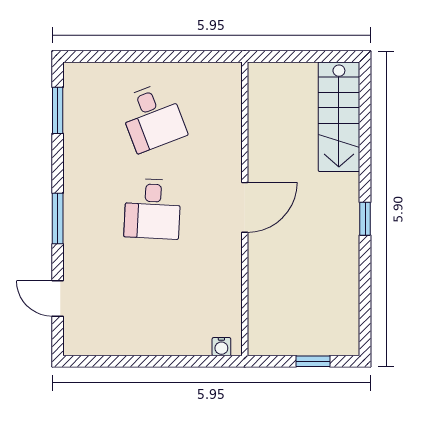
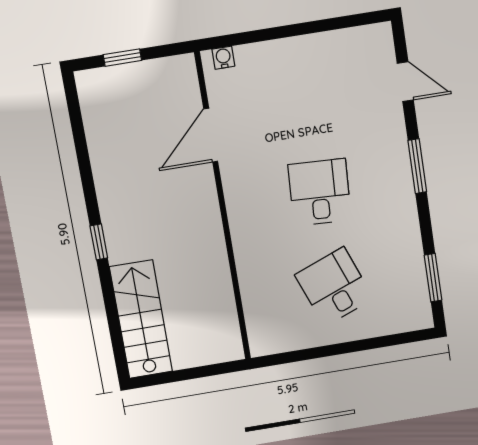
door: (245, 207) -> (211, 135), moved
window: (365, 219) -> (99, 242), moved

